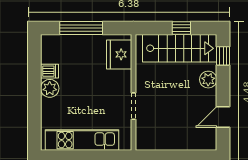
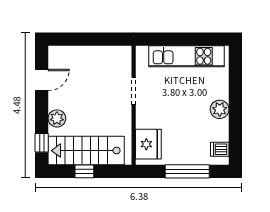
dishwasher: (50, 71) -> (220, 149), moved

